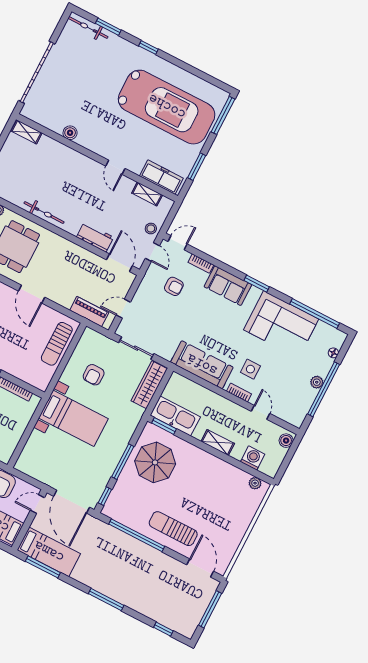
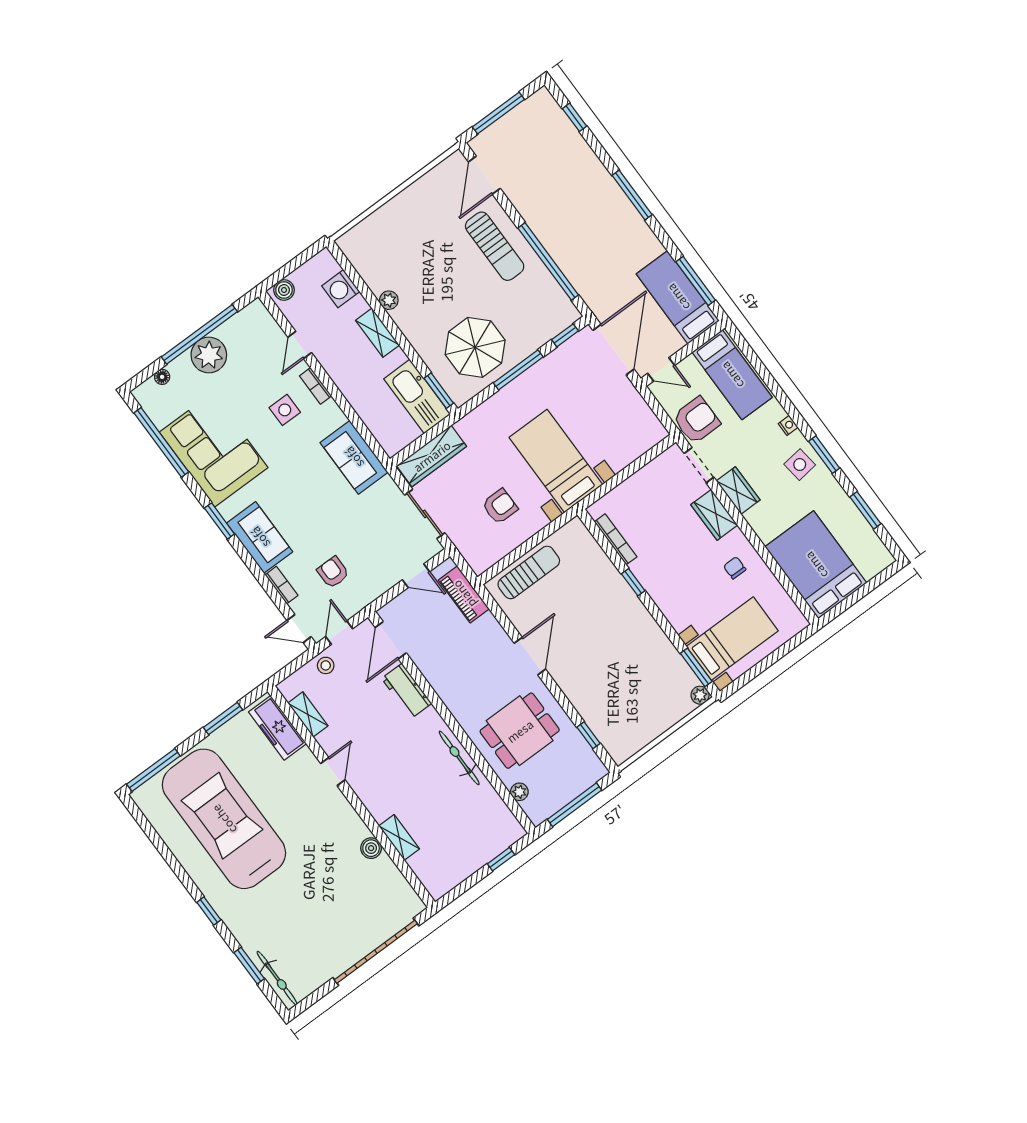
shelving: (27, 132) -> (399, 837), moved
sofa: (202, 365) -> (354, 457), width x0.73
plant: (317, 382) -> (209, 355), width x1.88, depth x1.88
plant: (255, 483) -> (389, 300), moved

